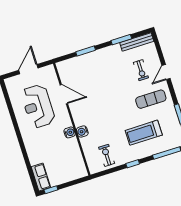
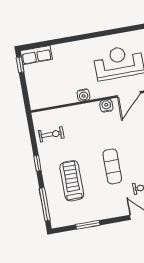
exercise mat: (151, 99) -> (112, 166), moved
water cooler: (82, 132) -> (106, 106), moved

